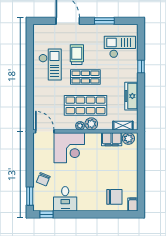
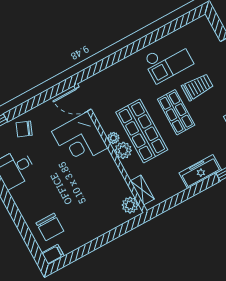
freezer: (131, 96) -> (200, 171), moved
door: (45, 131) -> (83, 99), swing flipped
filing cabinet: (112, 139) -> (118, 185), removed

